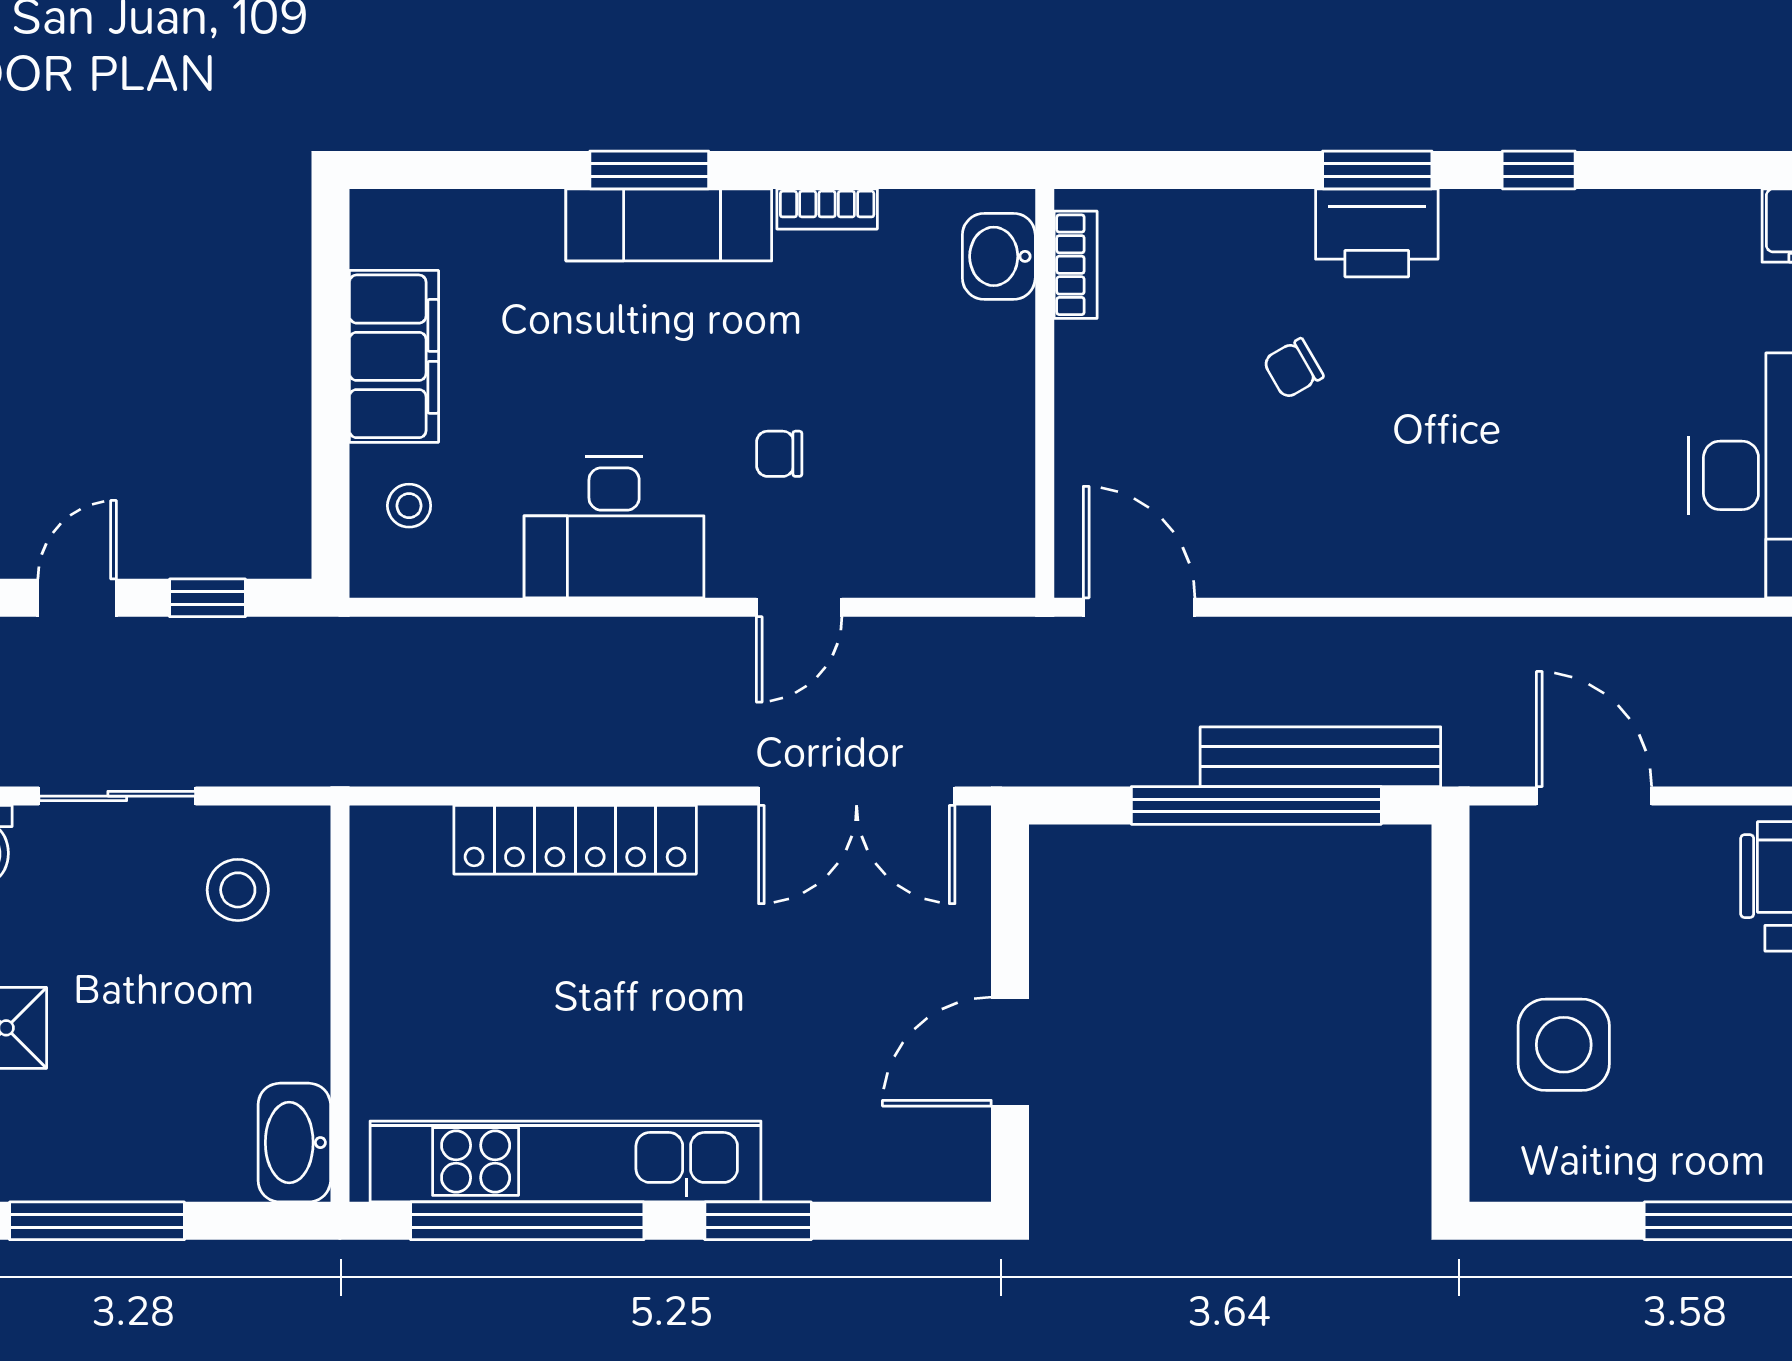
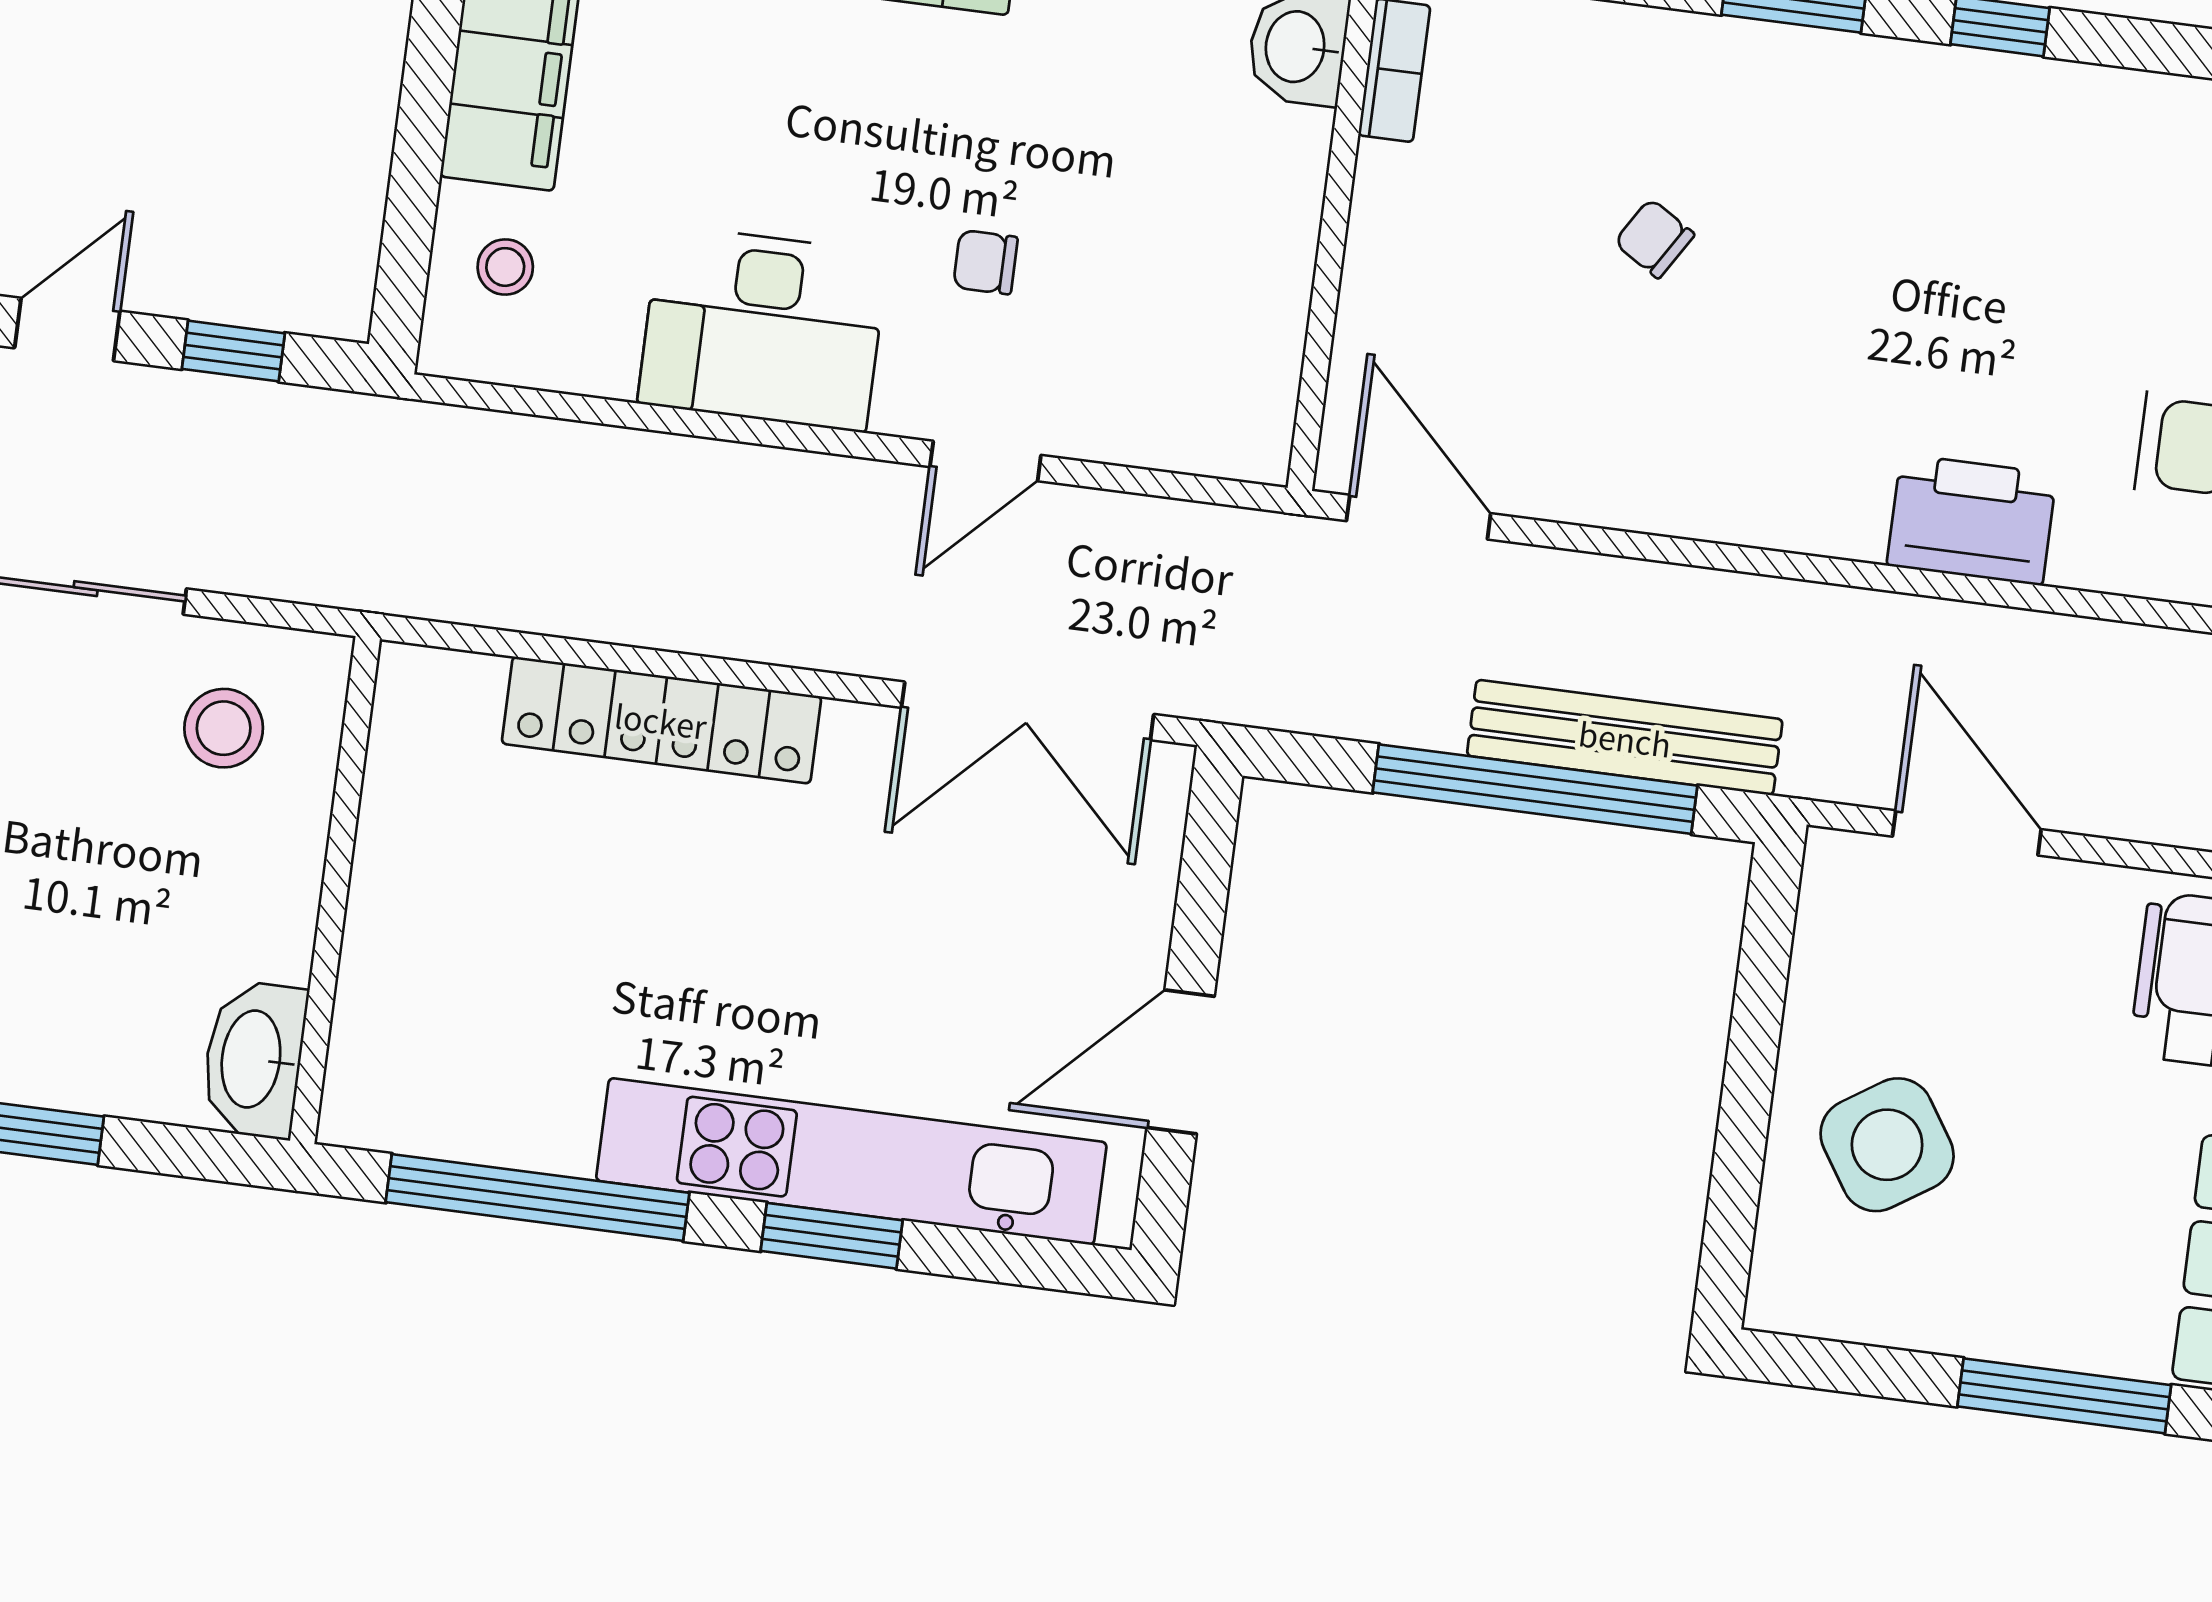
printer: (1377, 233) -> (1972, 520), moved, turned 180
chair: (1293, 368) -> (1654, 238), turned 62
side table: (1564, 1045) -> (1887, 1145), turned -33
kitchen unit: (565, 1161) -> (851, 1161), moved

